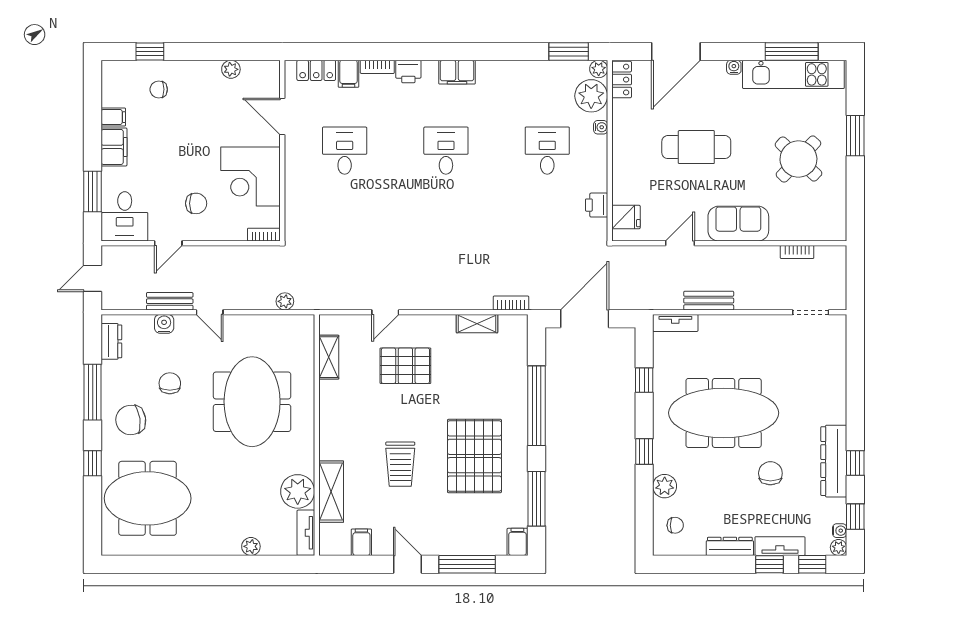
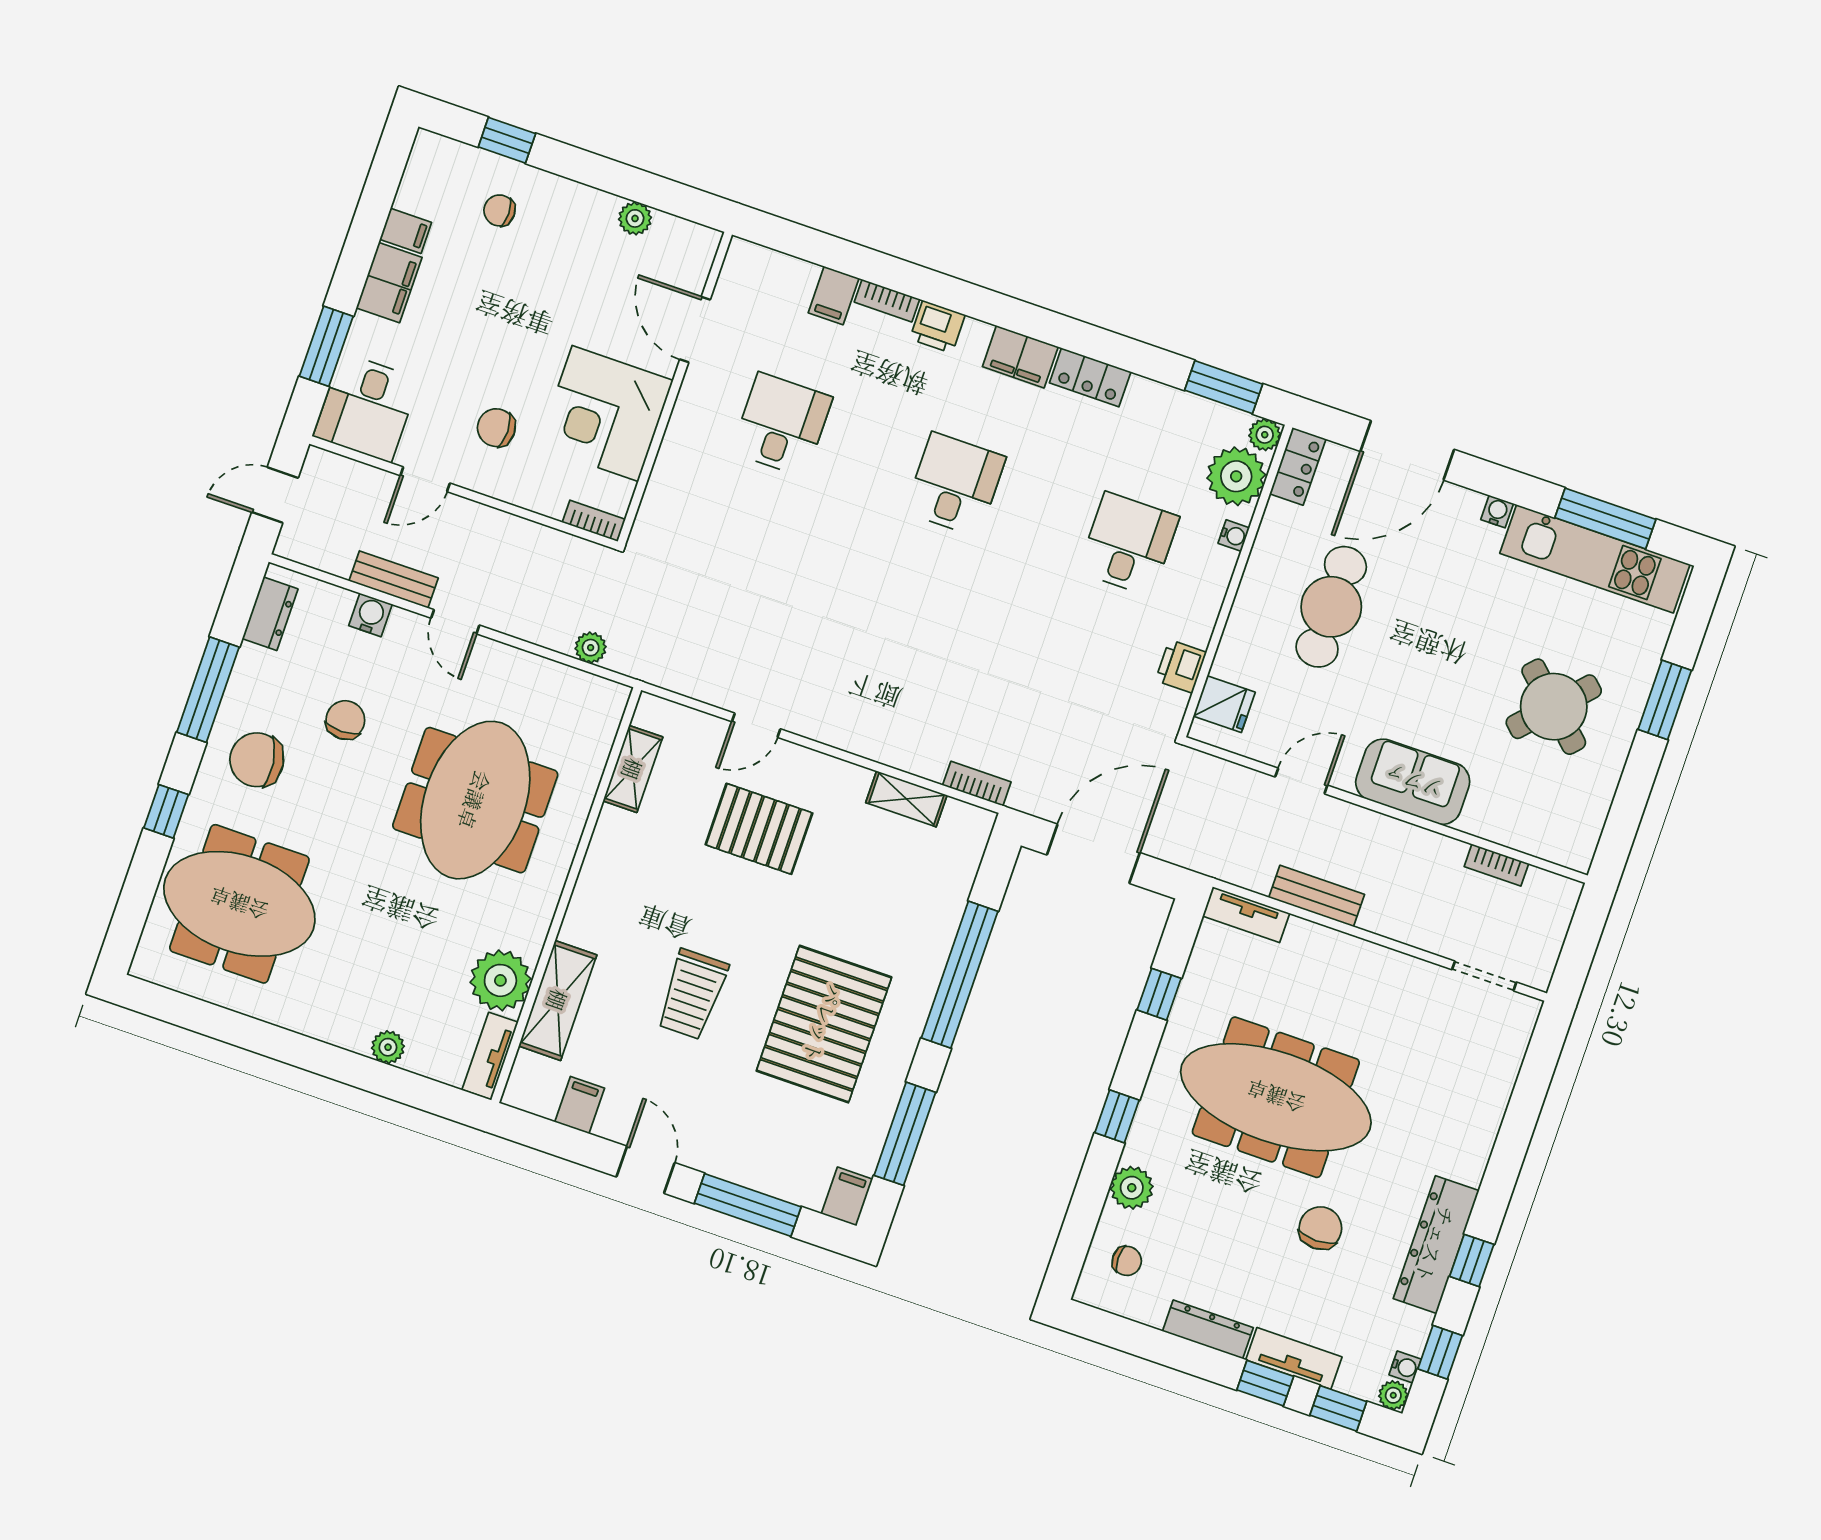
locker: (316, 70) -> (1090, 377), moved
cafe table: (696, 147) -> (1331, 607), moved, turned 90
chair: (196, 203) -> (496, 428), turned 180

